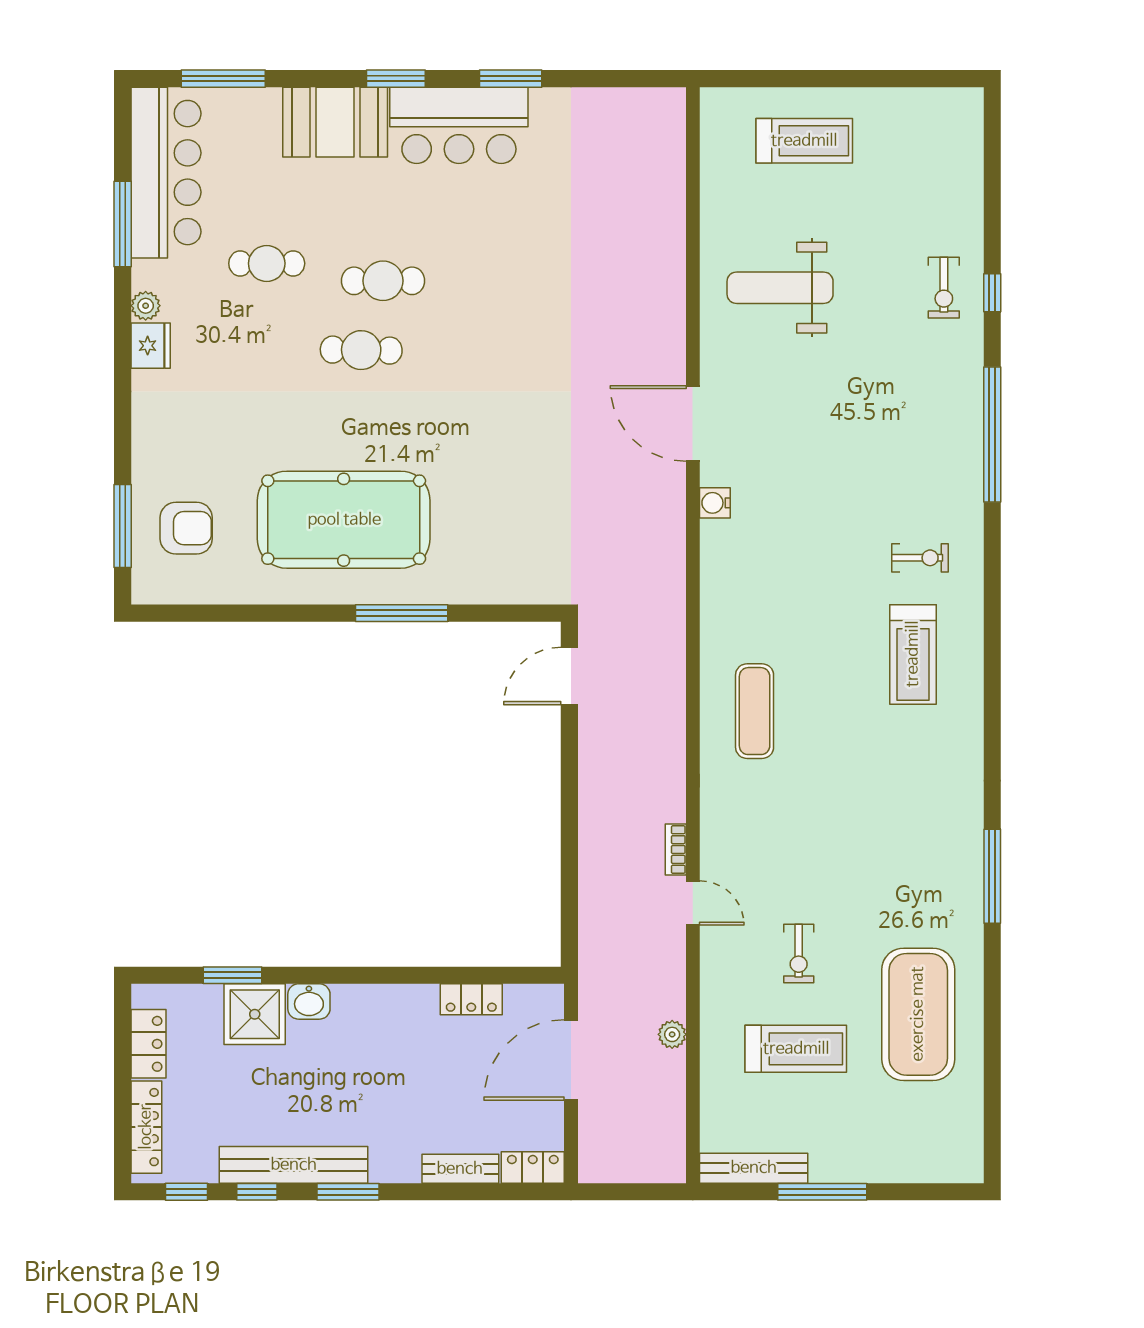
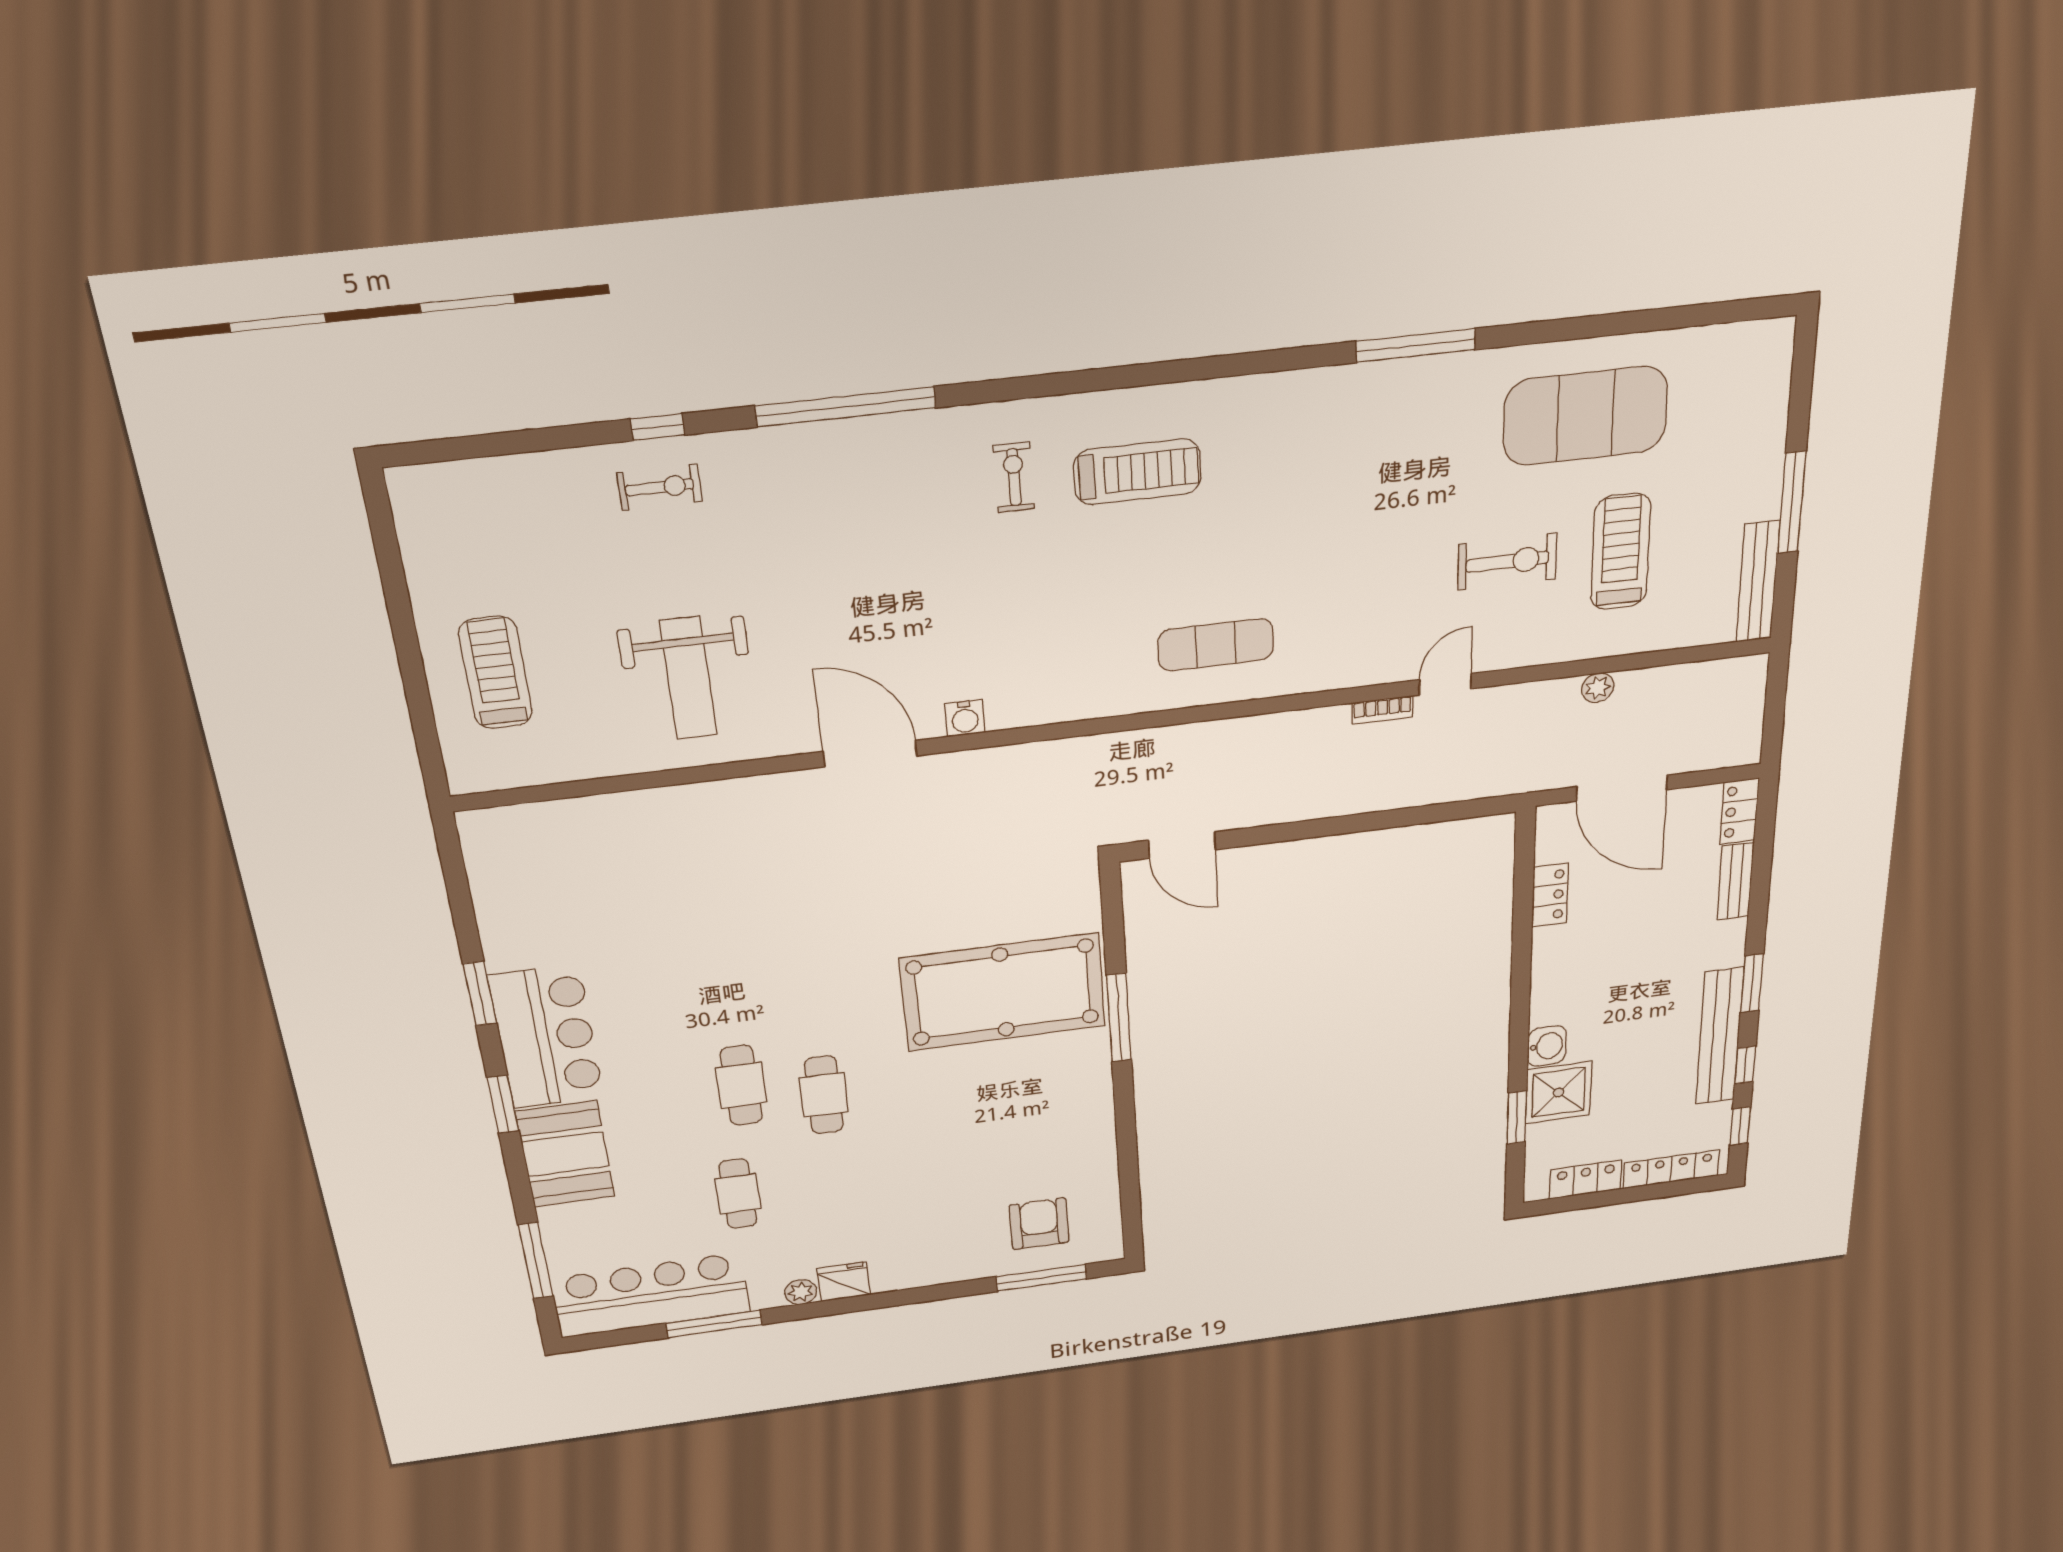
door: (693, 423) -> (870, 754), swing flipped
pool table: (344, 520) -> (1003, 992), moved, turned 90
exercise bike: (799, 954) -> (1507, 562), width x1.38, depth x1.39

